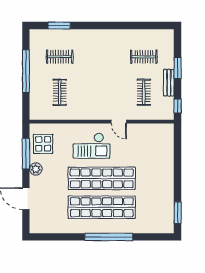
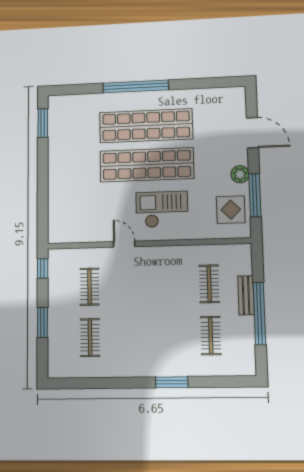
window: (59, 26) -> (172, 382), moved
clothes rail: (60, 57) -> (211, 336), turned 90
clothes rail: (144, 57) -> (90, 338), turned 90
bench: (169, 83) -> (246, 295), moved

